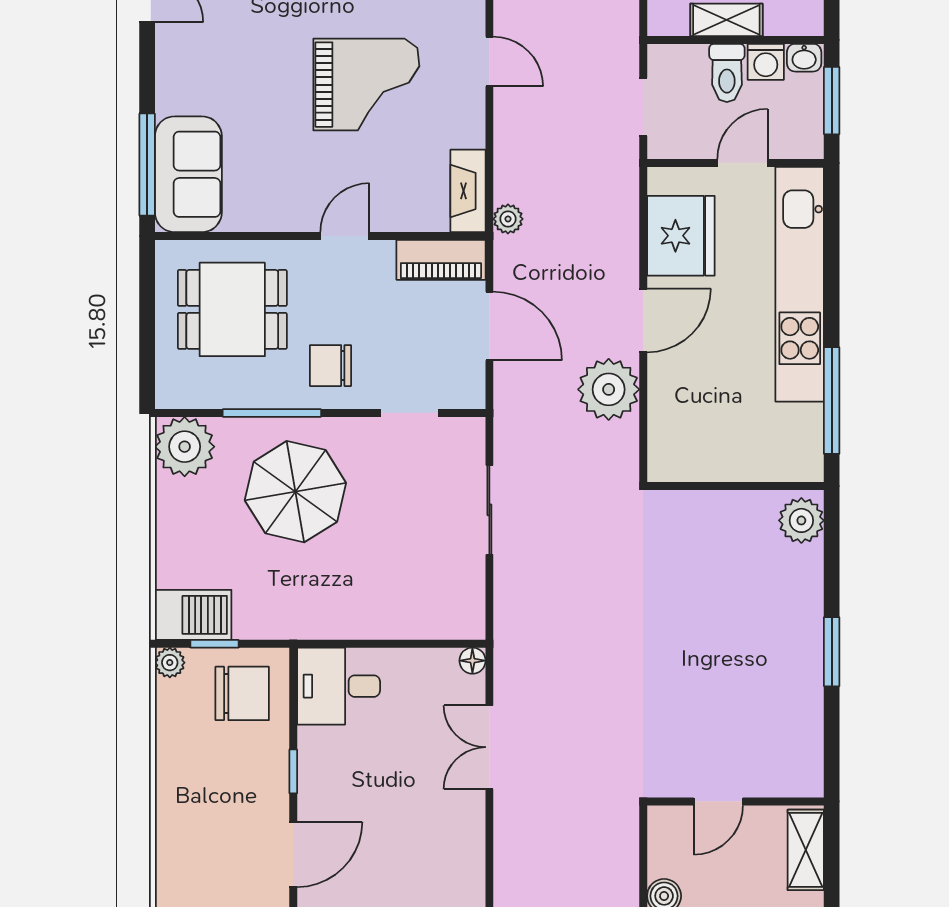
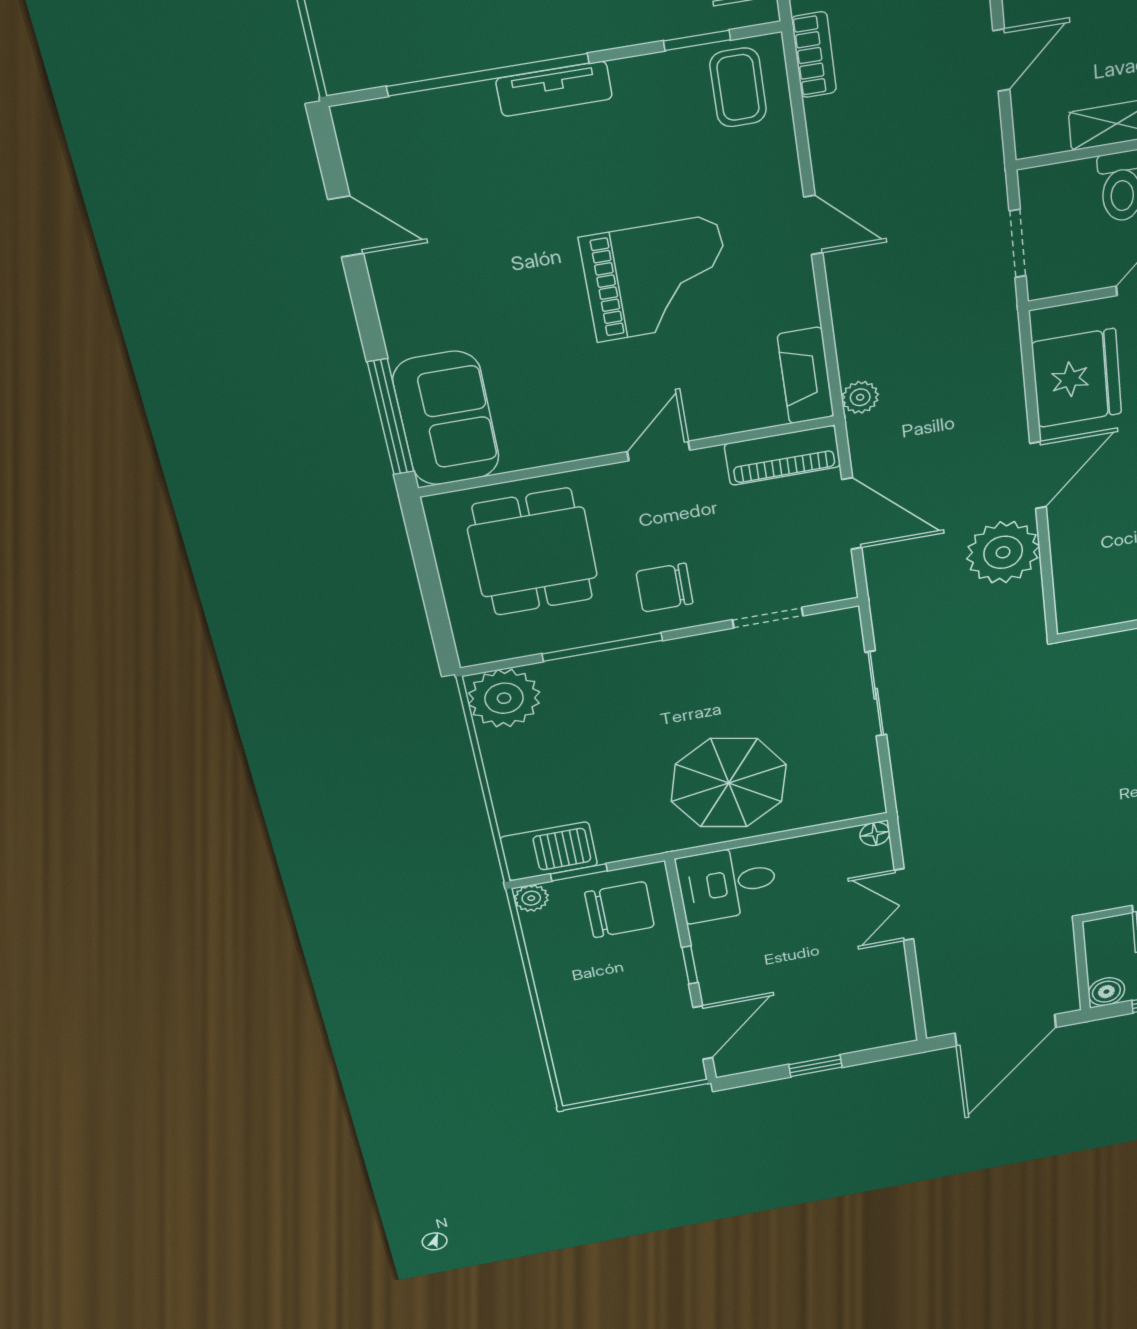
dining table: (232, 309) -> (533, 552), turned 90
parasol: (295, 492) -> (729, 783), moved

